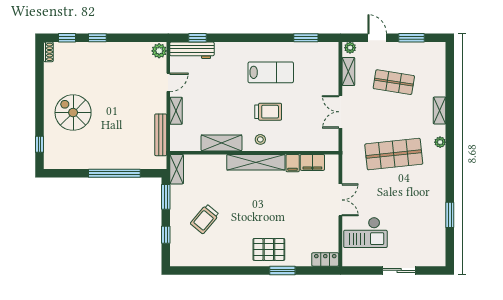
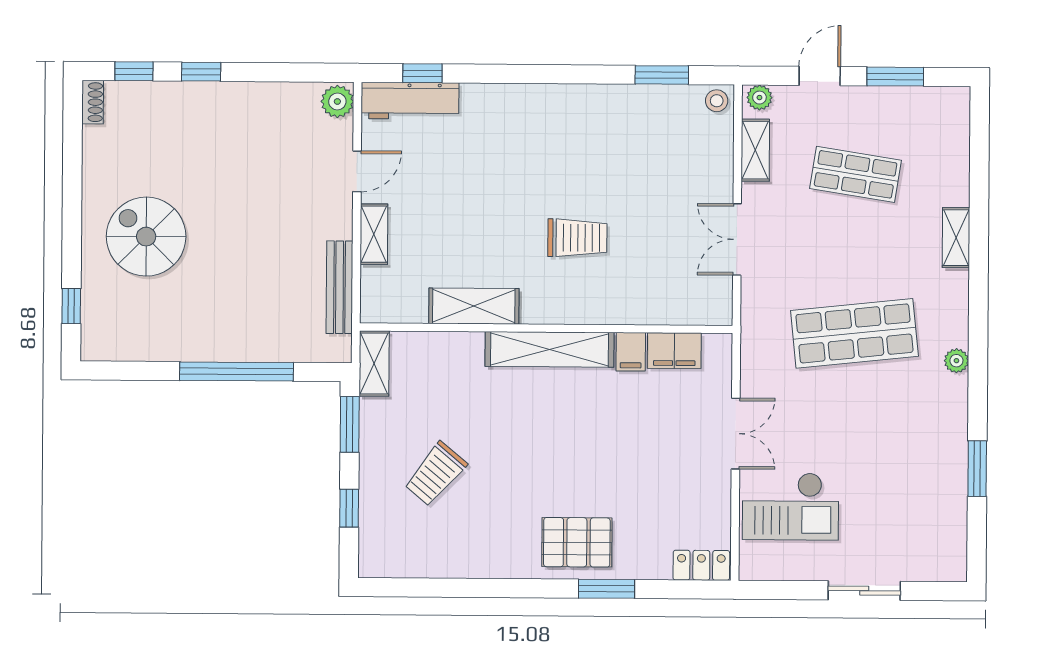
door: (377, 38) -> (820, 76), hinge flipped
lab bench: (271, 72) -> (584, 151), removed
stool: (260, 139) -> (717, 101), moved
plant: (440, 142) -> (956, 361), moved

